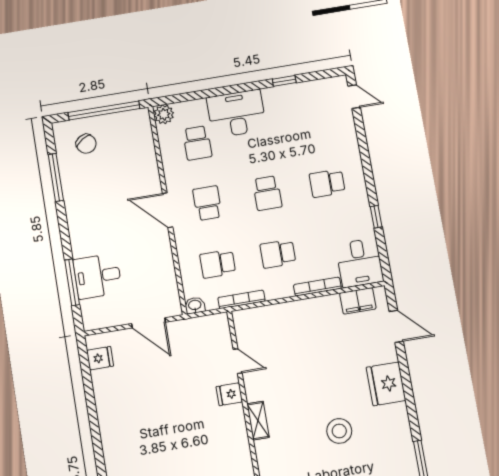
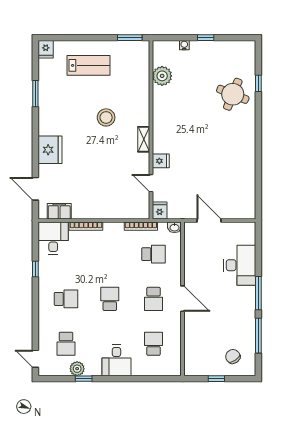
window: (104, 110) -> (216, 379), width x0.32
plant: (164, 114) -> (77, 369), moved
desk: (237, 114) -> (116, 360), width x0.73
school desk: (278, 254) -> (66, 344), moved, turned 90
desk: (98, 276) -> (240, 265), width x1.37
window: (72, 282) -> (258, 293), moved
fridge: (100, 358) -> (160, 211), moved, turned 90
stool: (339, 431) -> (106, 117), moved

